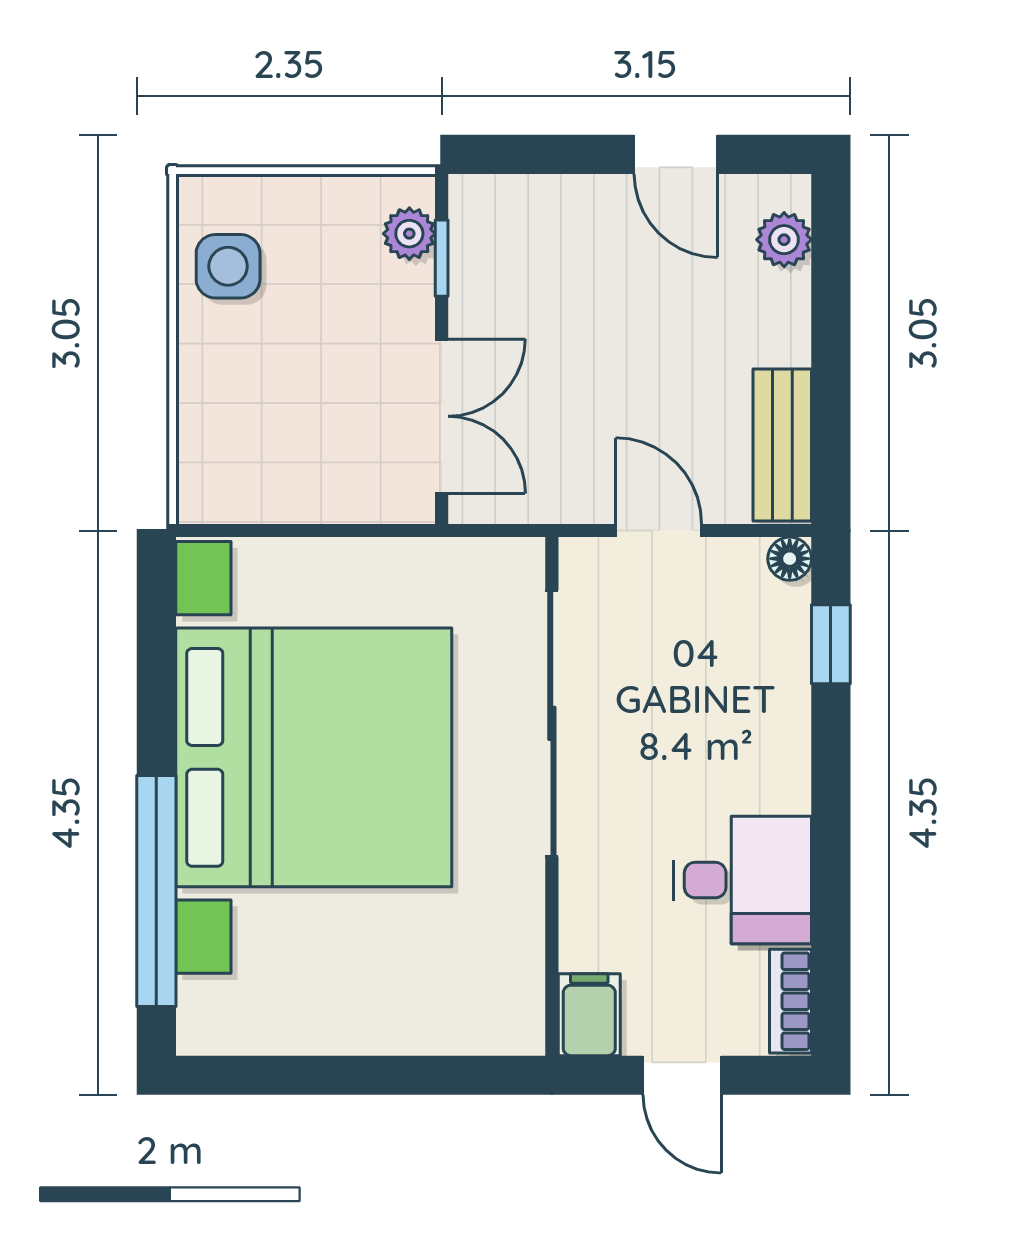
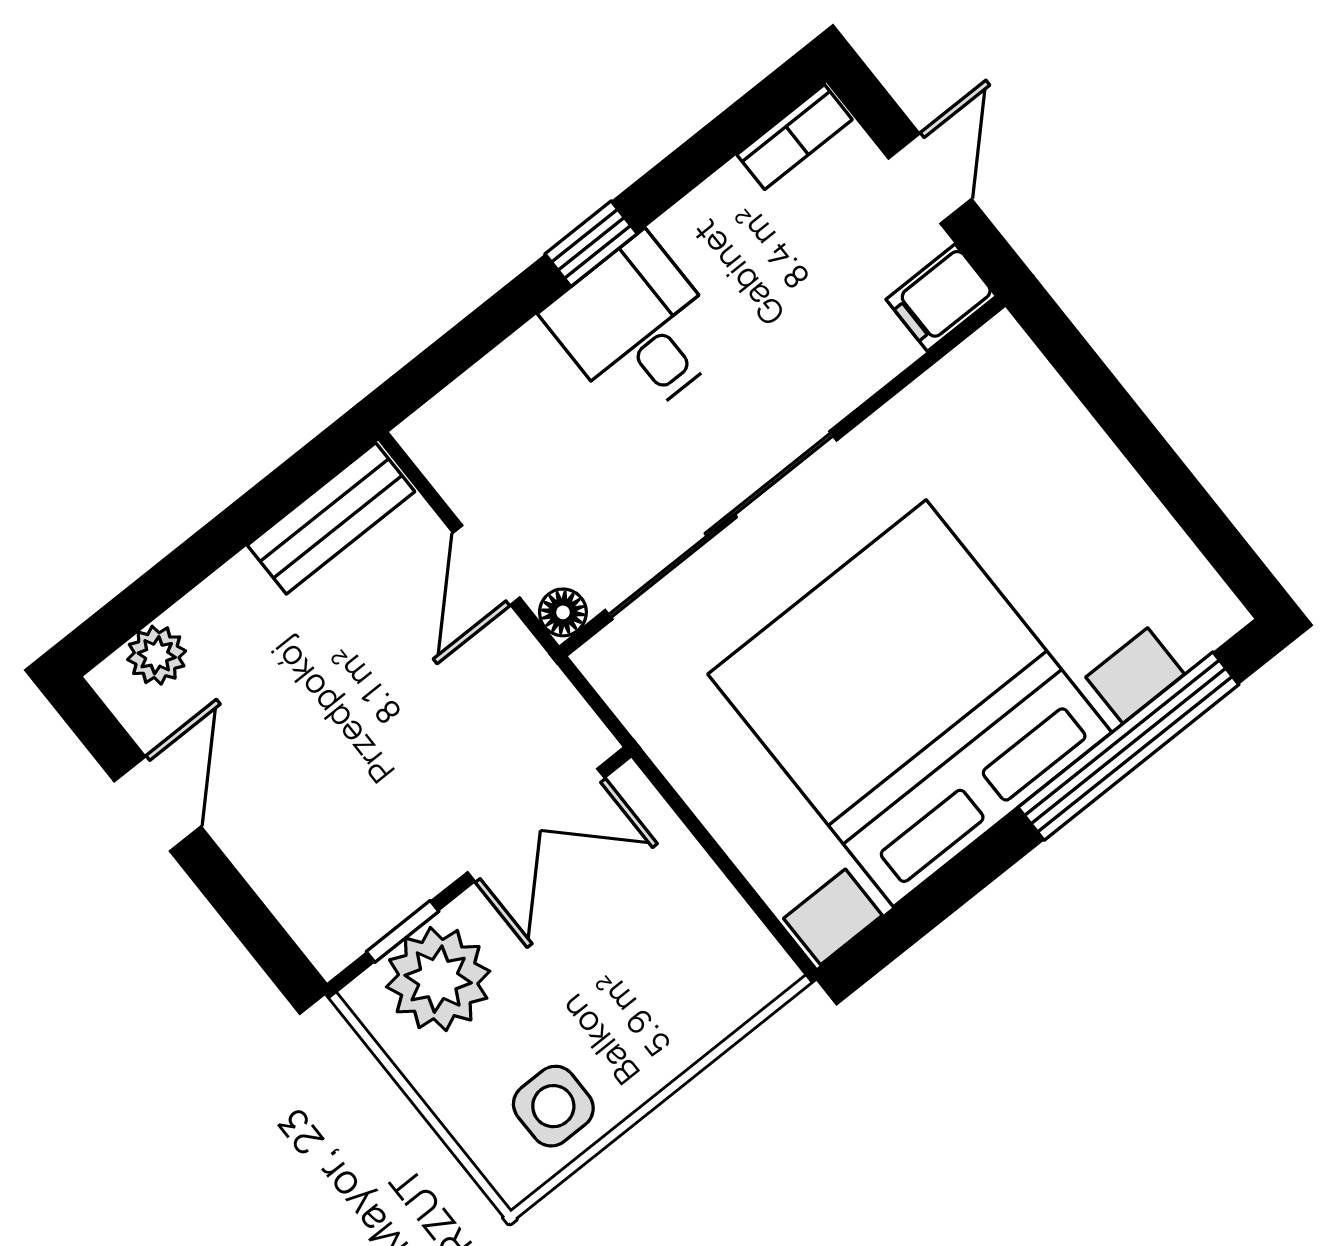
plant: (409, 234) -> (438, 979), width x1.88, depth x1.88
double door: (442, 416) -> (536, 825), swing flipped
floor lamp: (790, 559) -> (563, 612), moved
window: (831, 644) -> (591, 244), moved
desk: (742, 880) -> (637, 329), moved

